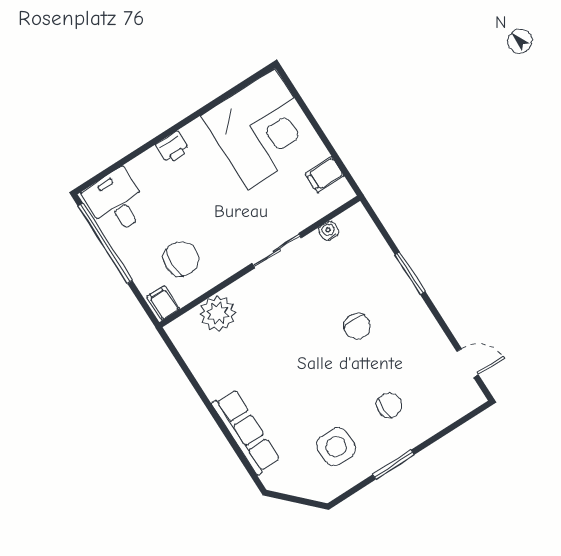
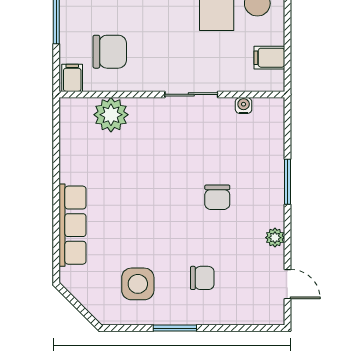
plant: (430, 329) -> (275, 238), added

